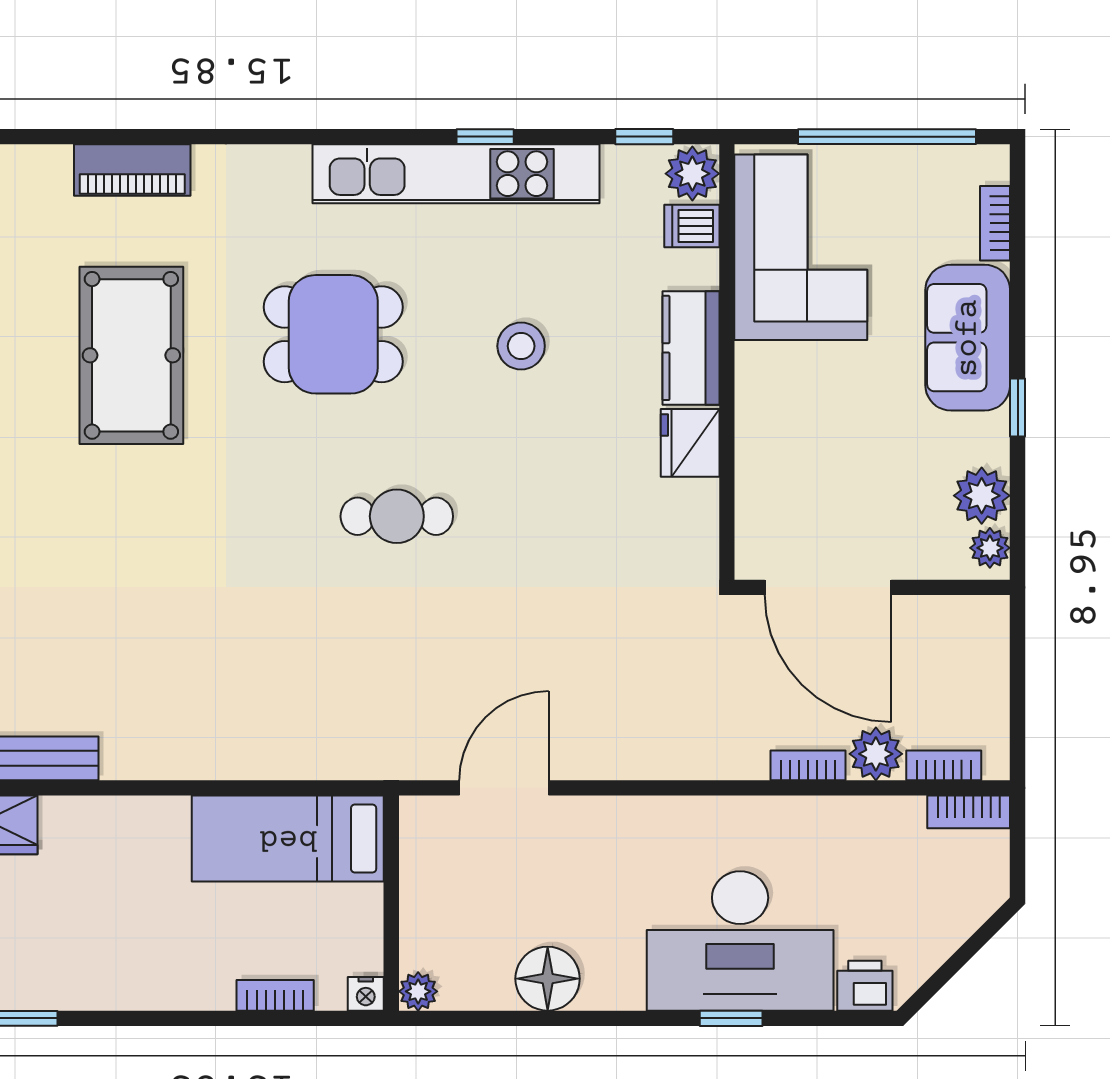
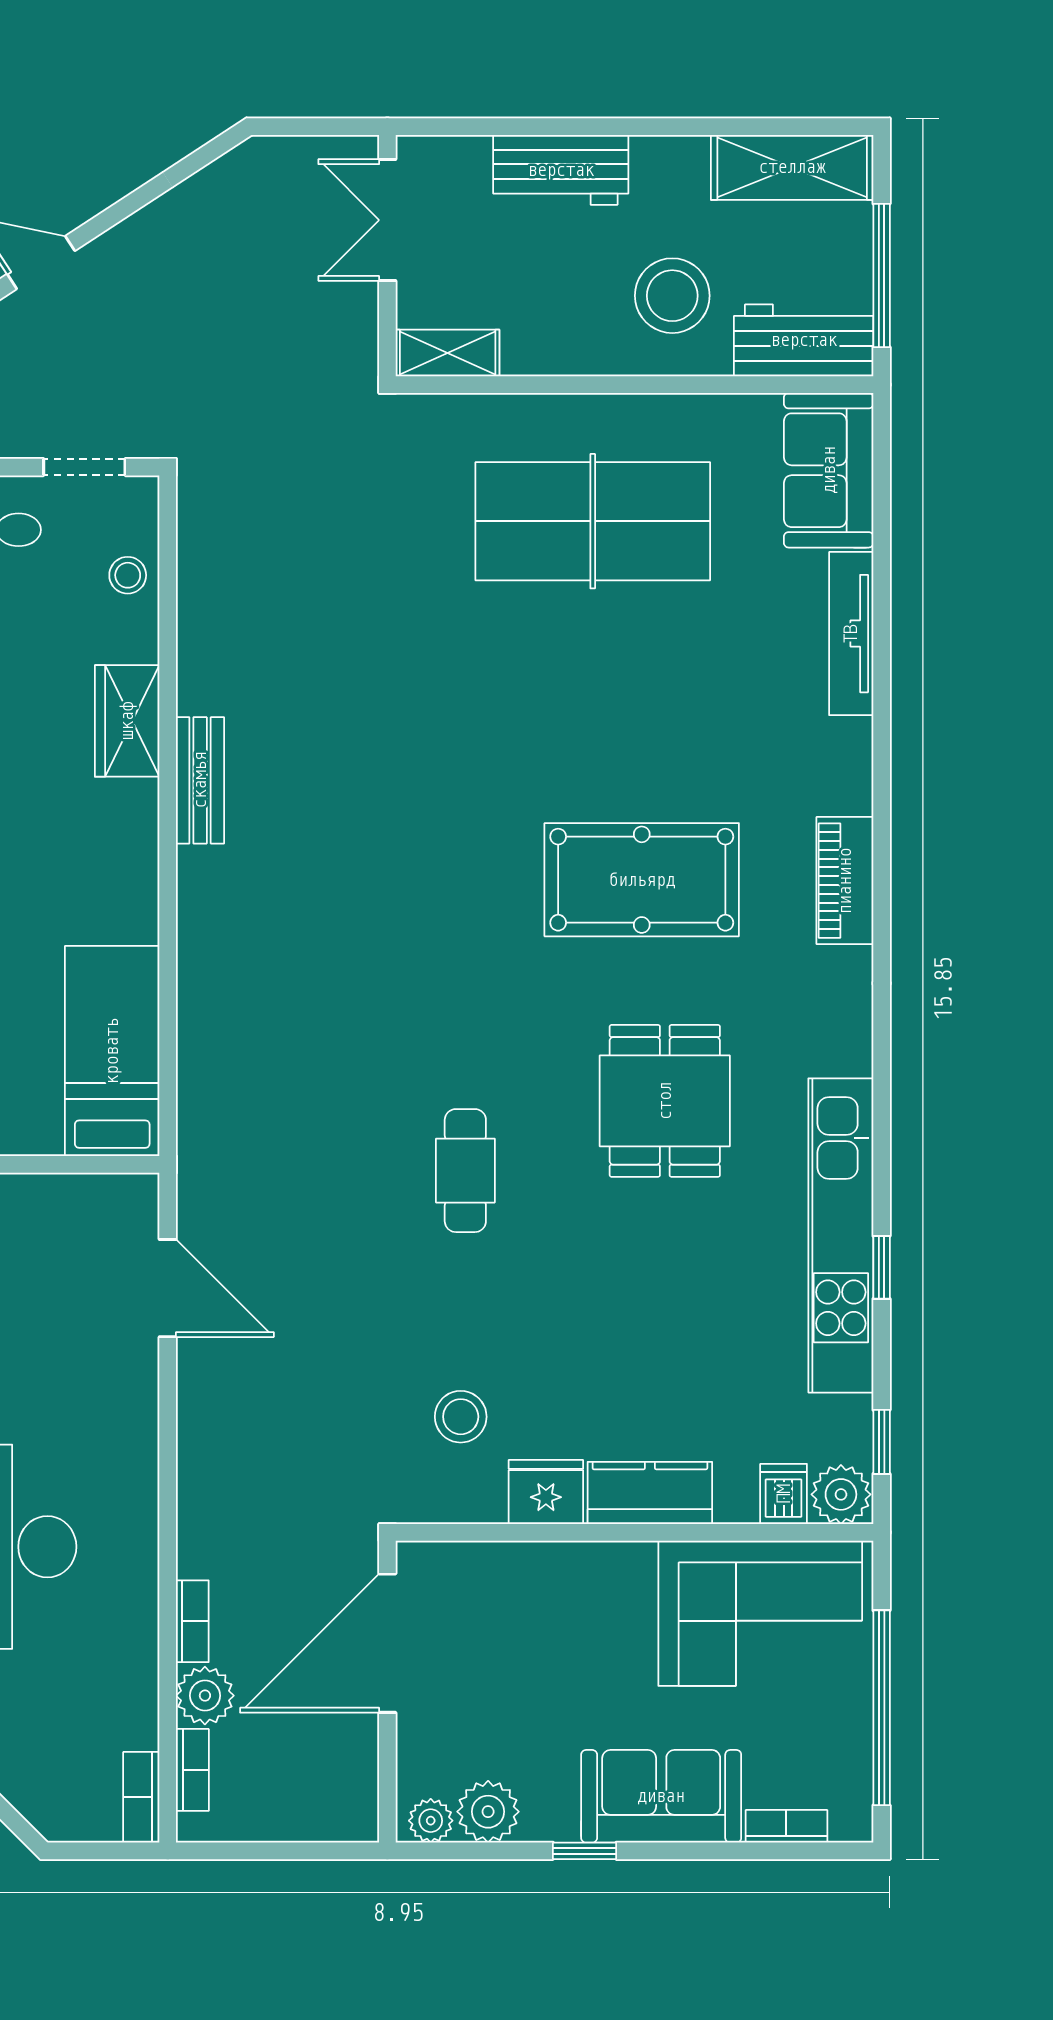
stool: (521, 346) -> (461, 1417), moved

